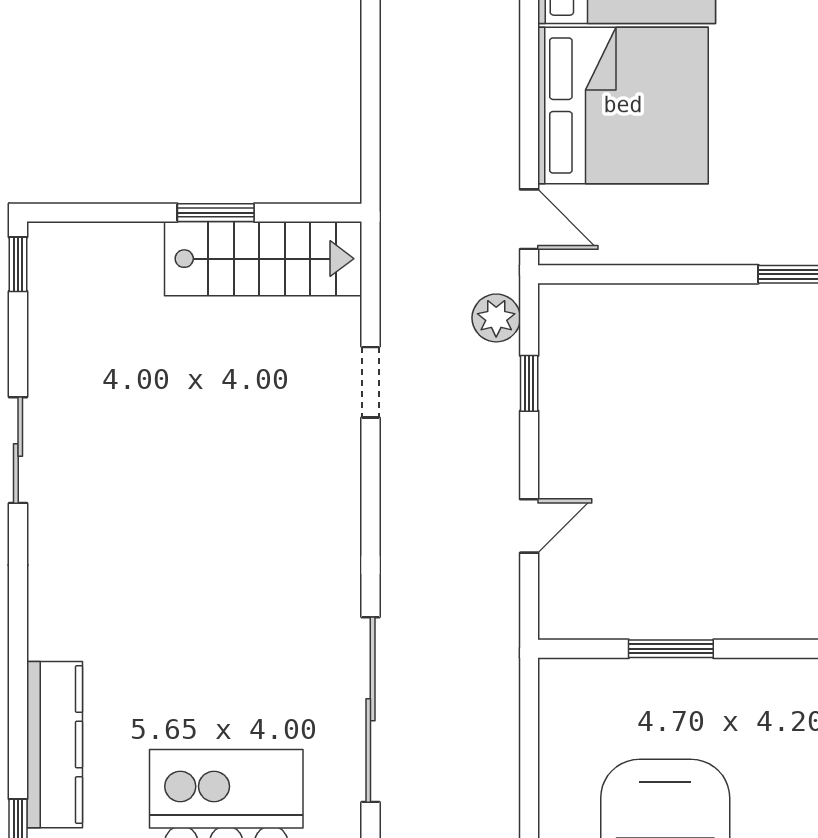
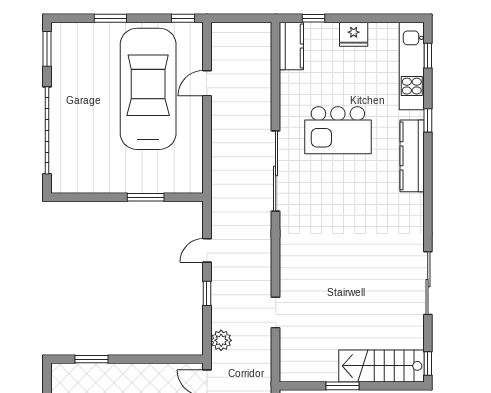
stairs: (263, 259) -> (381, 366), moved
window: (529, 383) -> (207, 293), moved
sliding door: (18, 450) -> (428, 283), width x1.37

